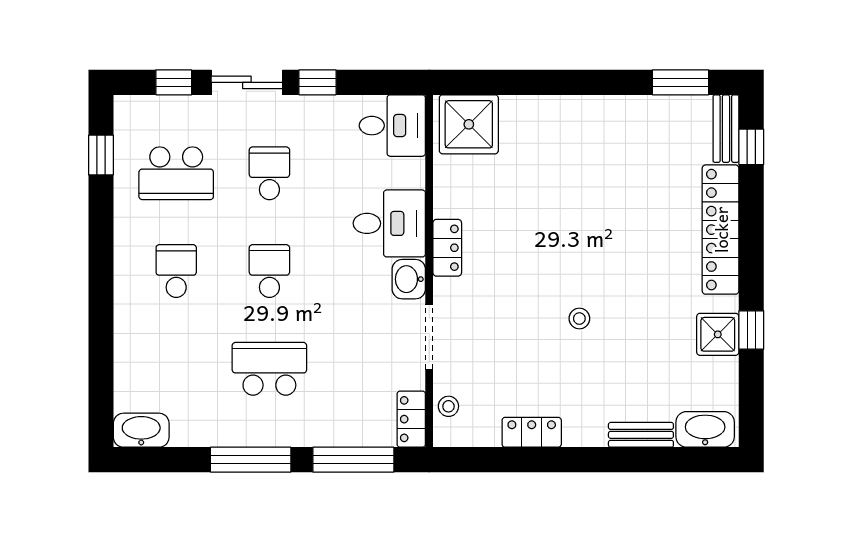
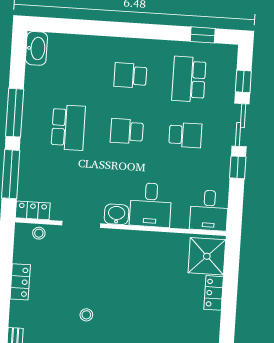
locker: (447, 248) -> (214, 293), moved, turned 90
school desk: (176, 271) -> (130, 75), turned 180
school desk: (269, 271) -> (127, 131), turned 180

